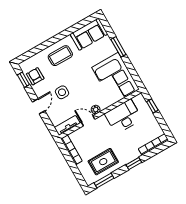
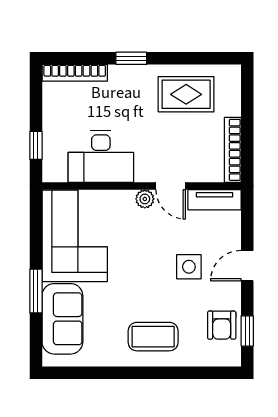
sofa: (89, 34) -> (62, 319), moved, turned 90
window: (104, 181) -> (205, 58), removed

